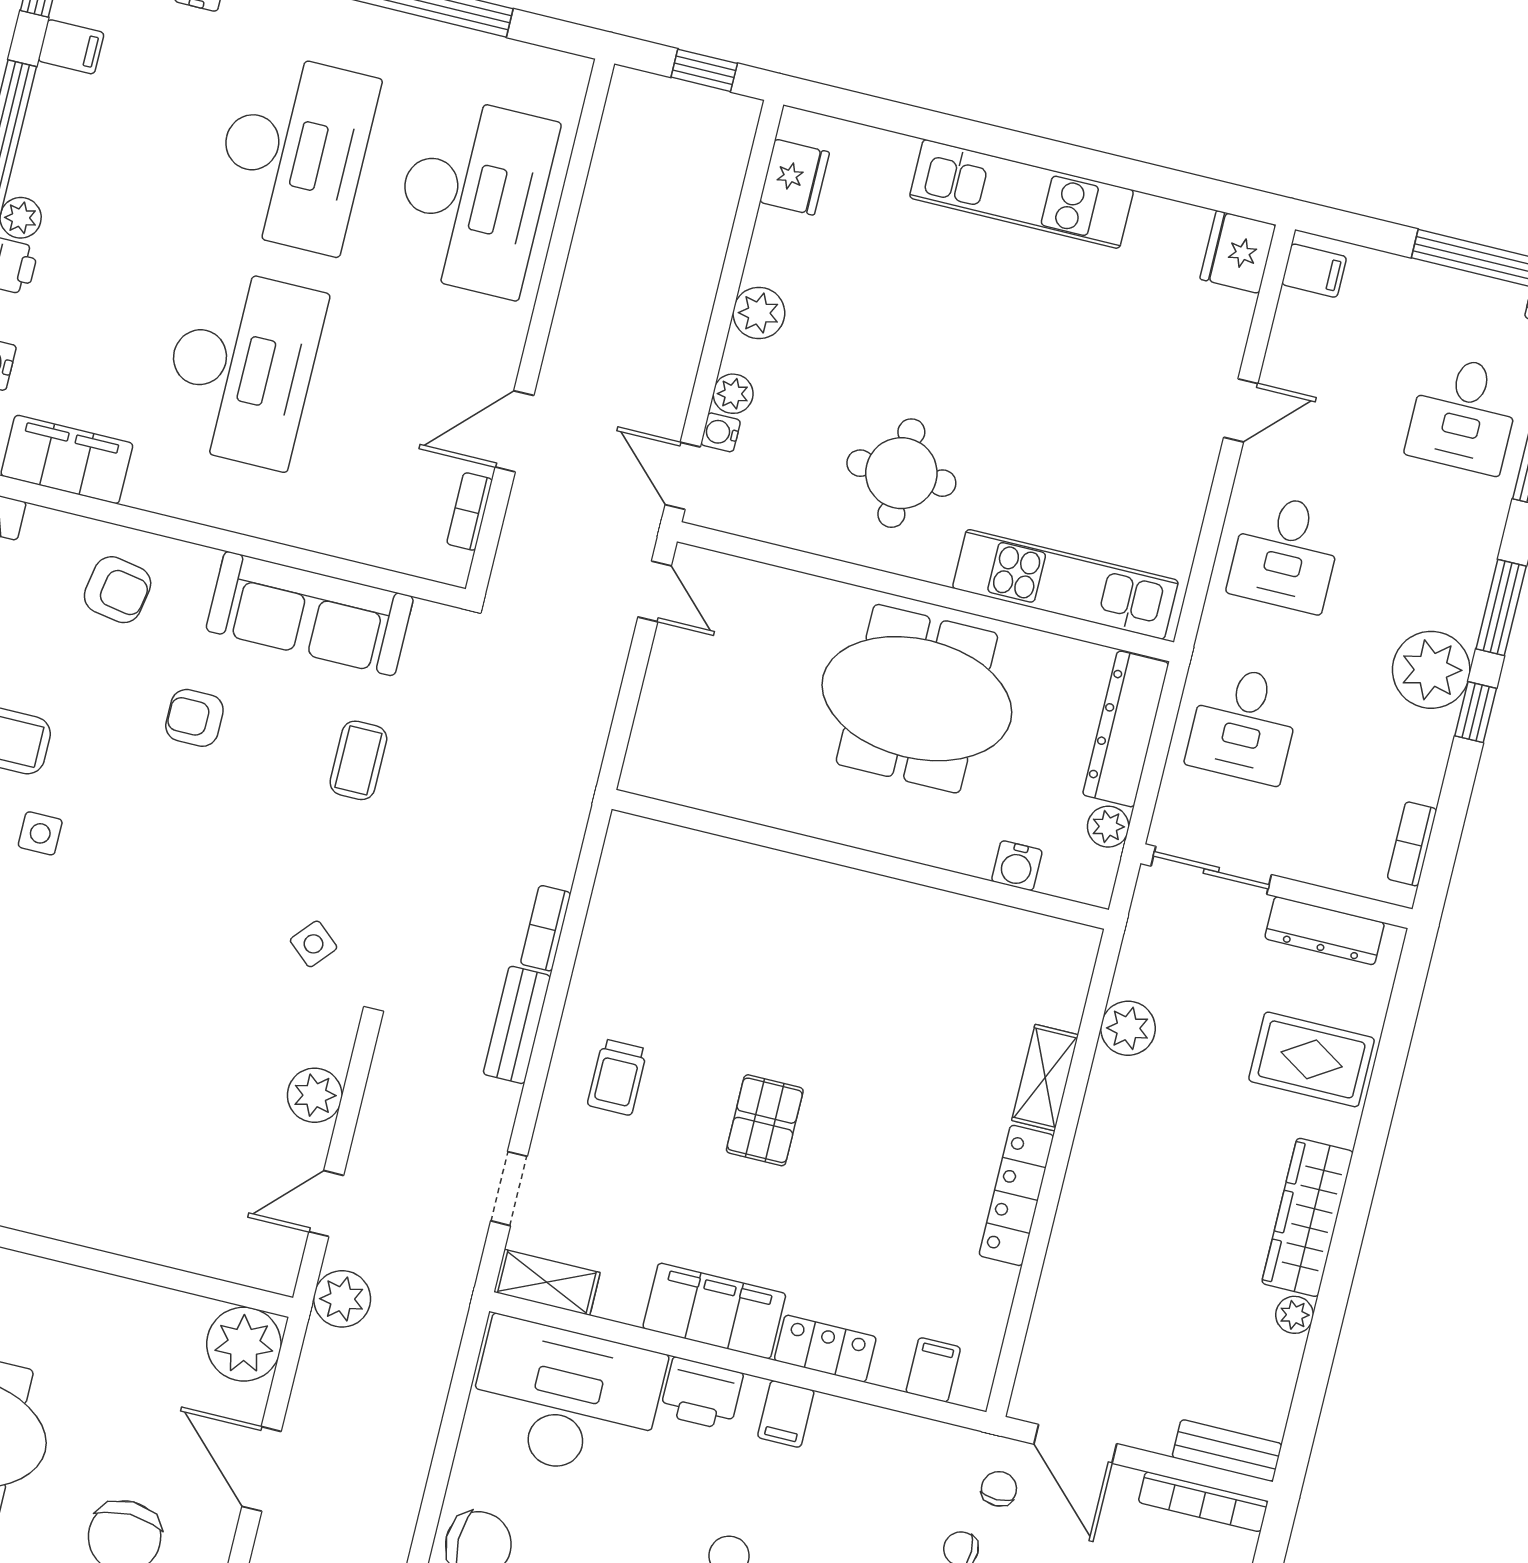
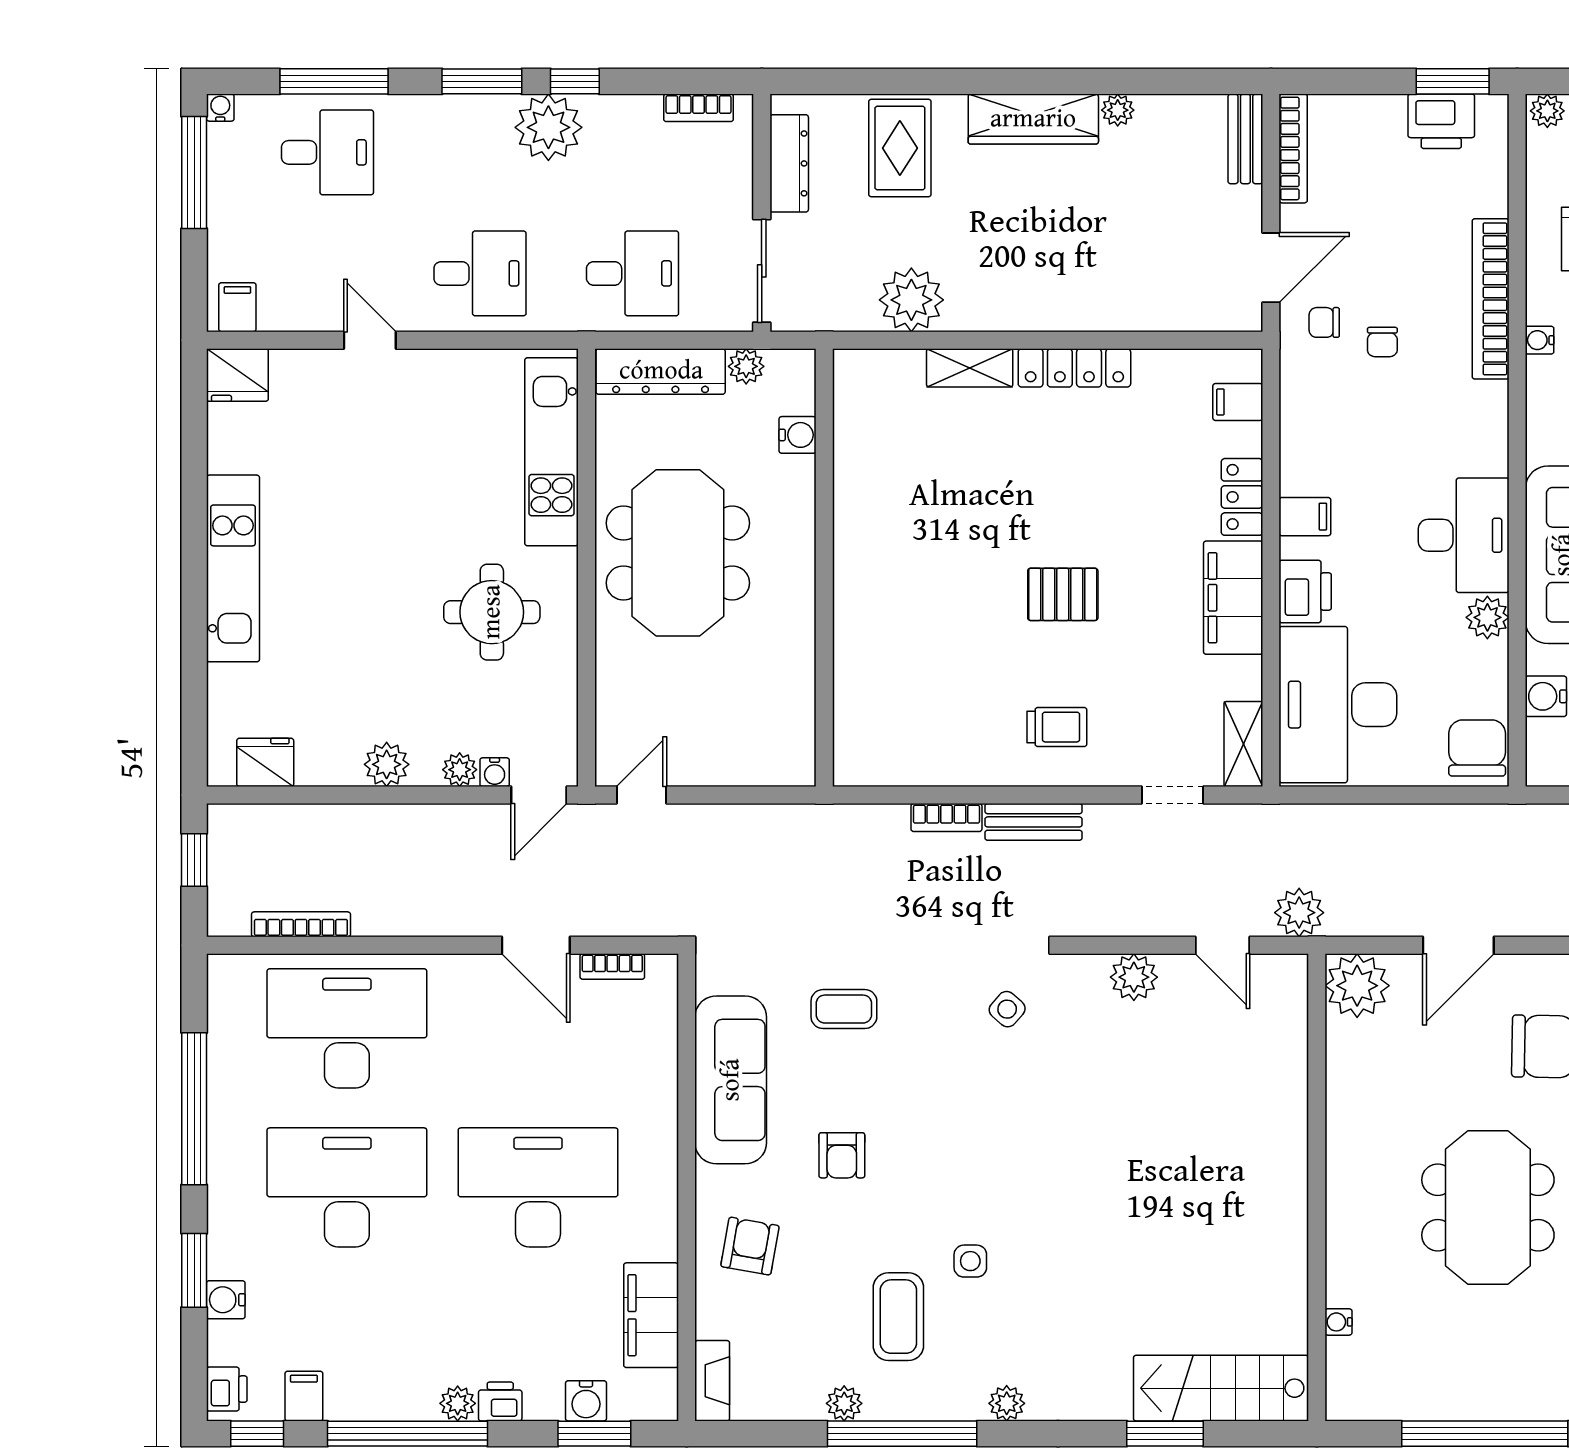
bookcase: (602, 173) -> (301, 924), added
plant: (1128, 1028) -> (911, 300), width x1.36, depth x1.36

